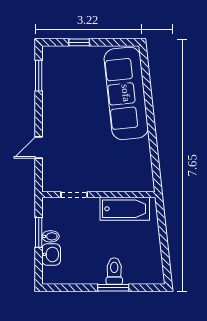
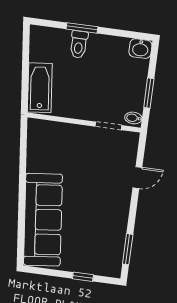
bathtub: (125, 209) -> (40, 88), moved, turned 84
bidet: (50, 236) -> (133, 118), moved
washbasin: (51, 254) -> (140, 49), moved, turned -90

